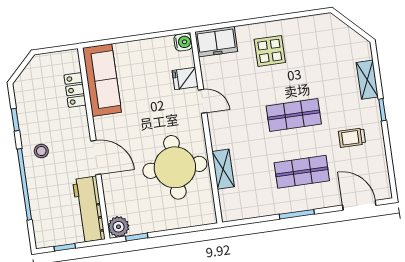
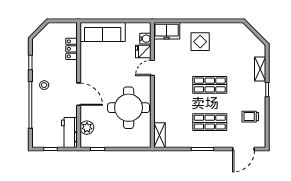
water cooler: (183, 42) -> (145, 39), moved
sofa: (102, 80) -> (103, 32), moved, turned 90
door: (202, 101) -> (152, 68), swing flipped
trolley: (352, 138) -> (250, 117), moved
shelving: (223, 169) -> (159, 135), moved
door: (359, 205) -> (244, 149), swing flipped
workbench: (89, 209) -> (69, 132), width x0.73
plant: (119, 227) -> (87, 128), moved

